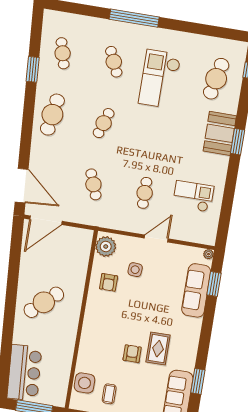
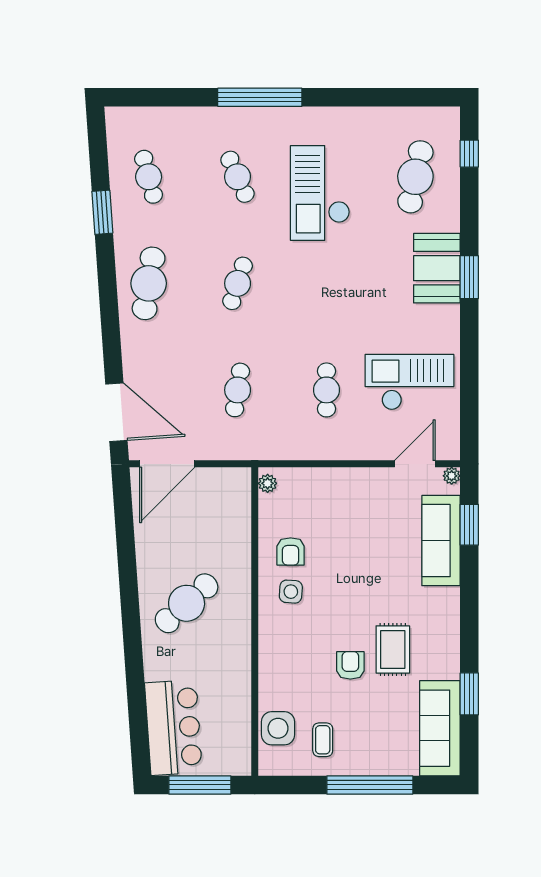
cafe table: (93, 184) -> (238, 390), turned 30
checkout: (193, 196) -> (409, 382), width x1.36, depth x1.21
door: (156, 238) -> (415, 464), moved
plant: (106, 246) -> (268, 483), width x0.53, depth x0.53
side table: (135, 270) -> (291, 592), moved

